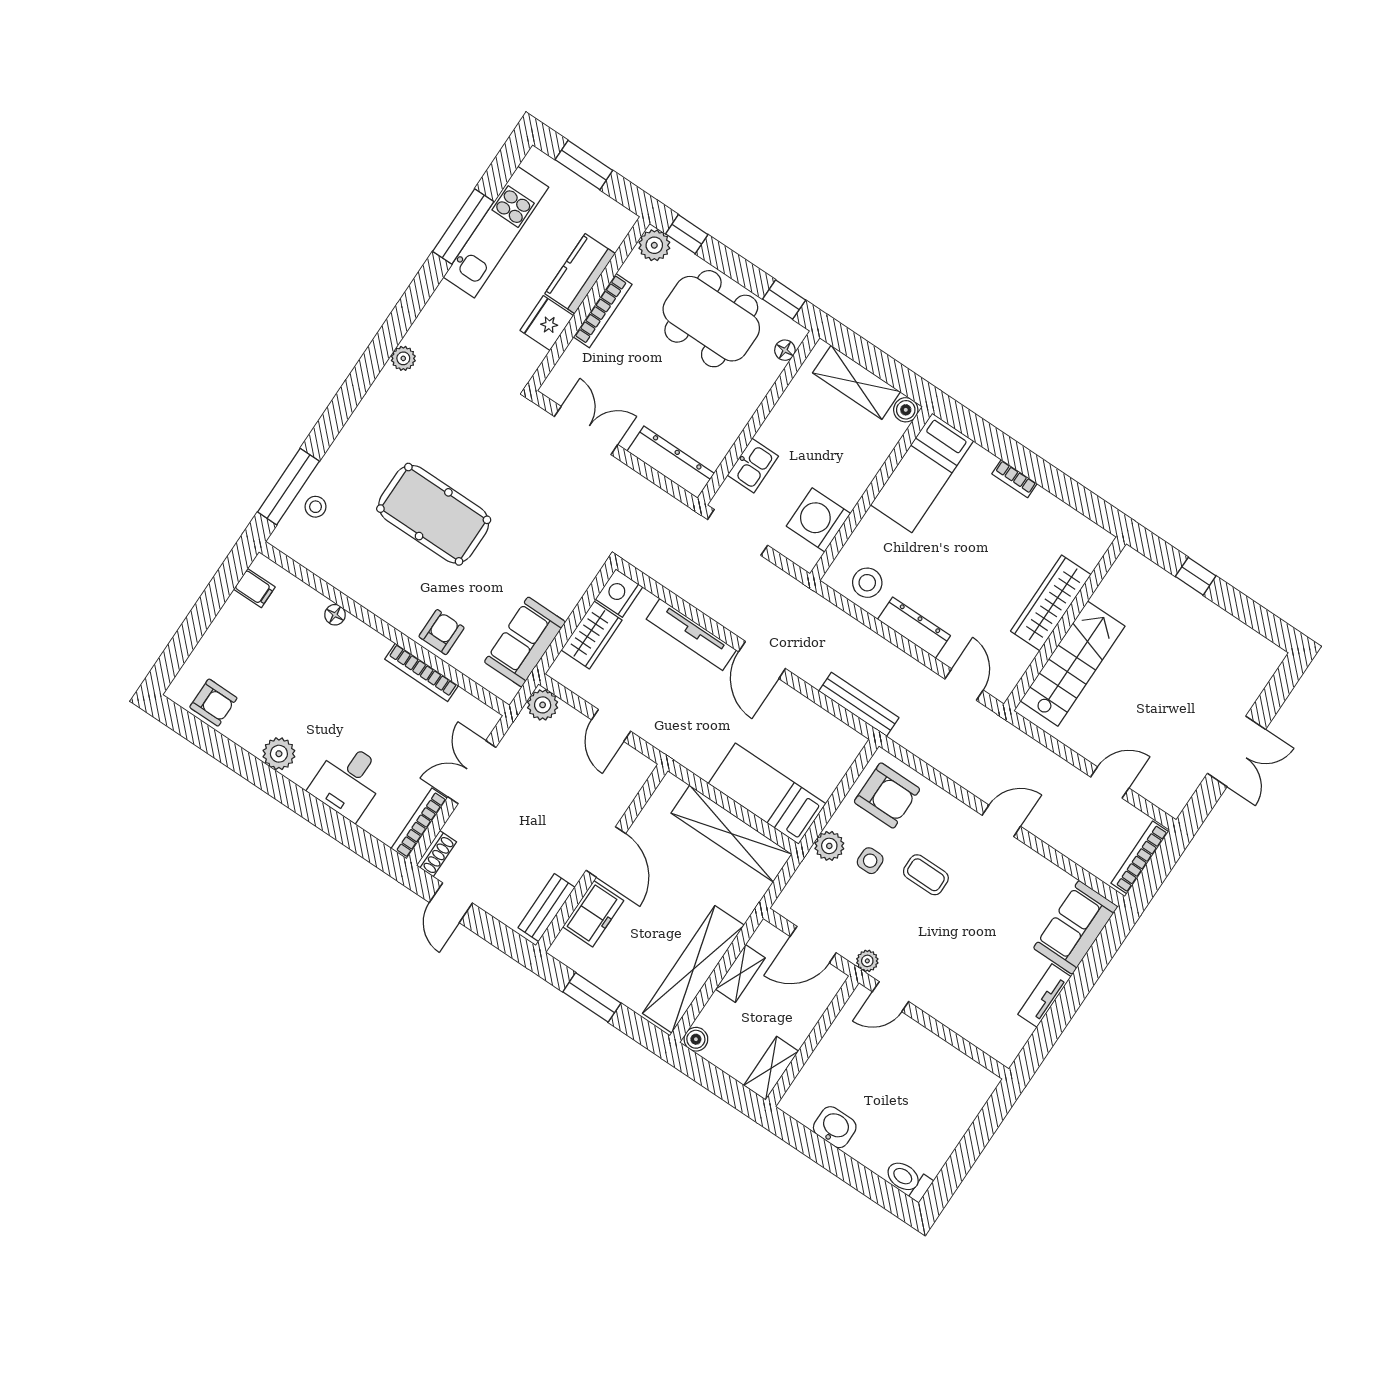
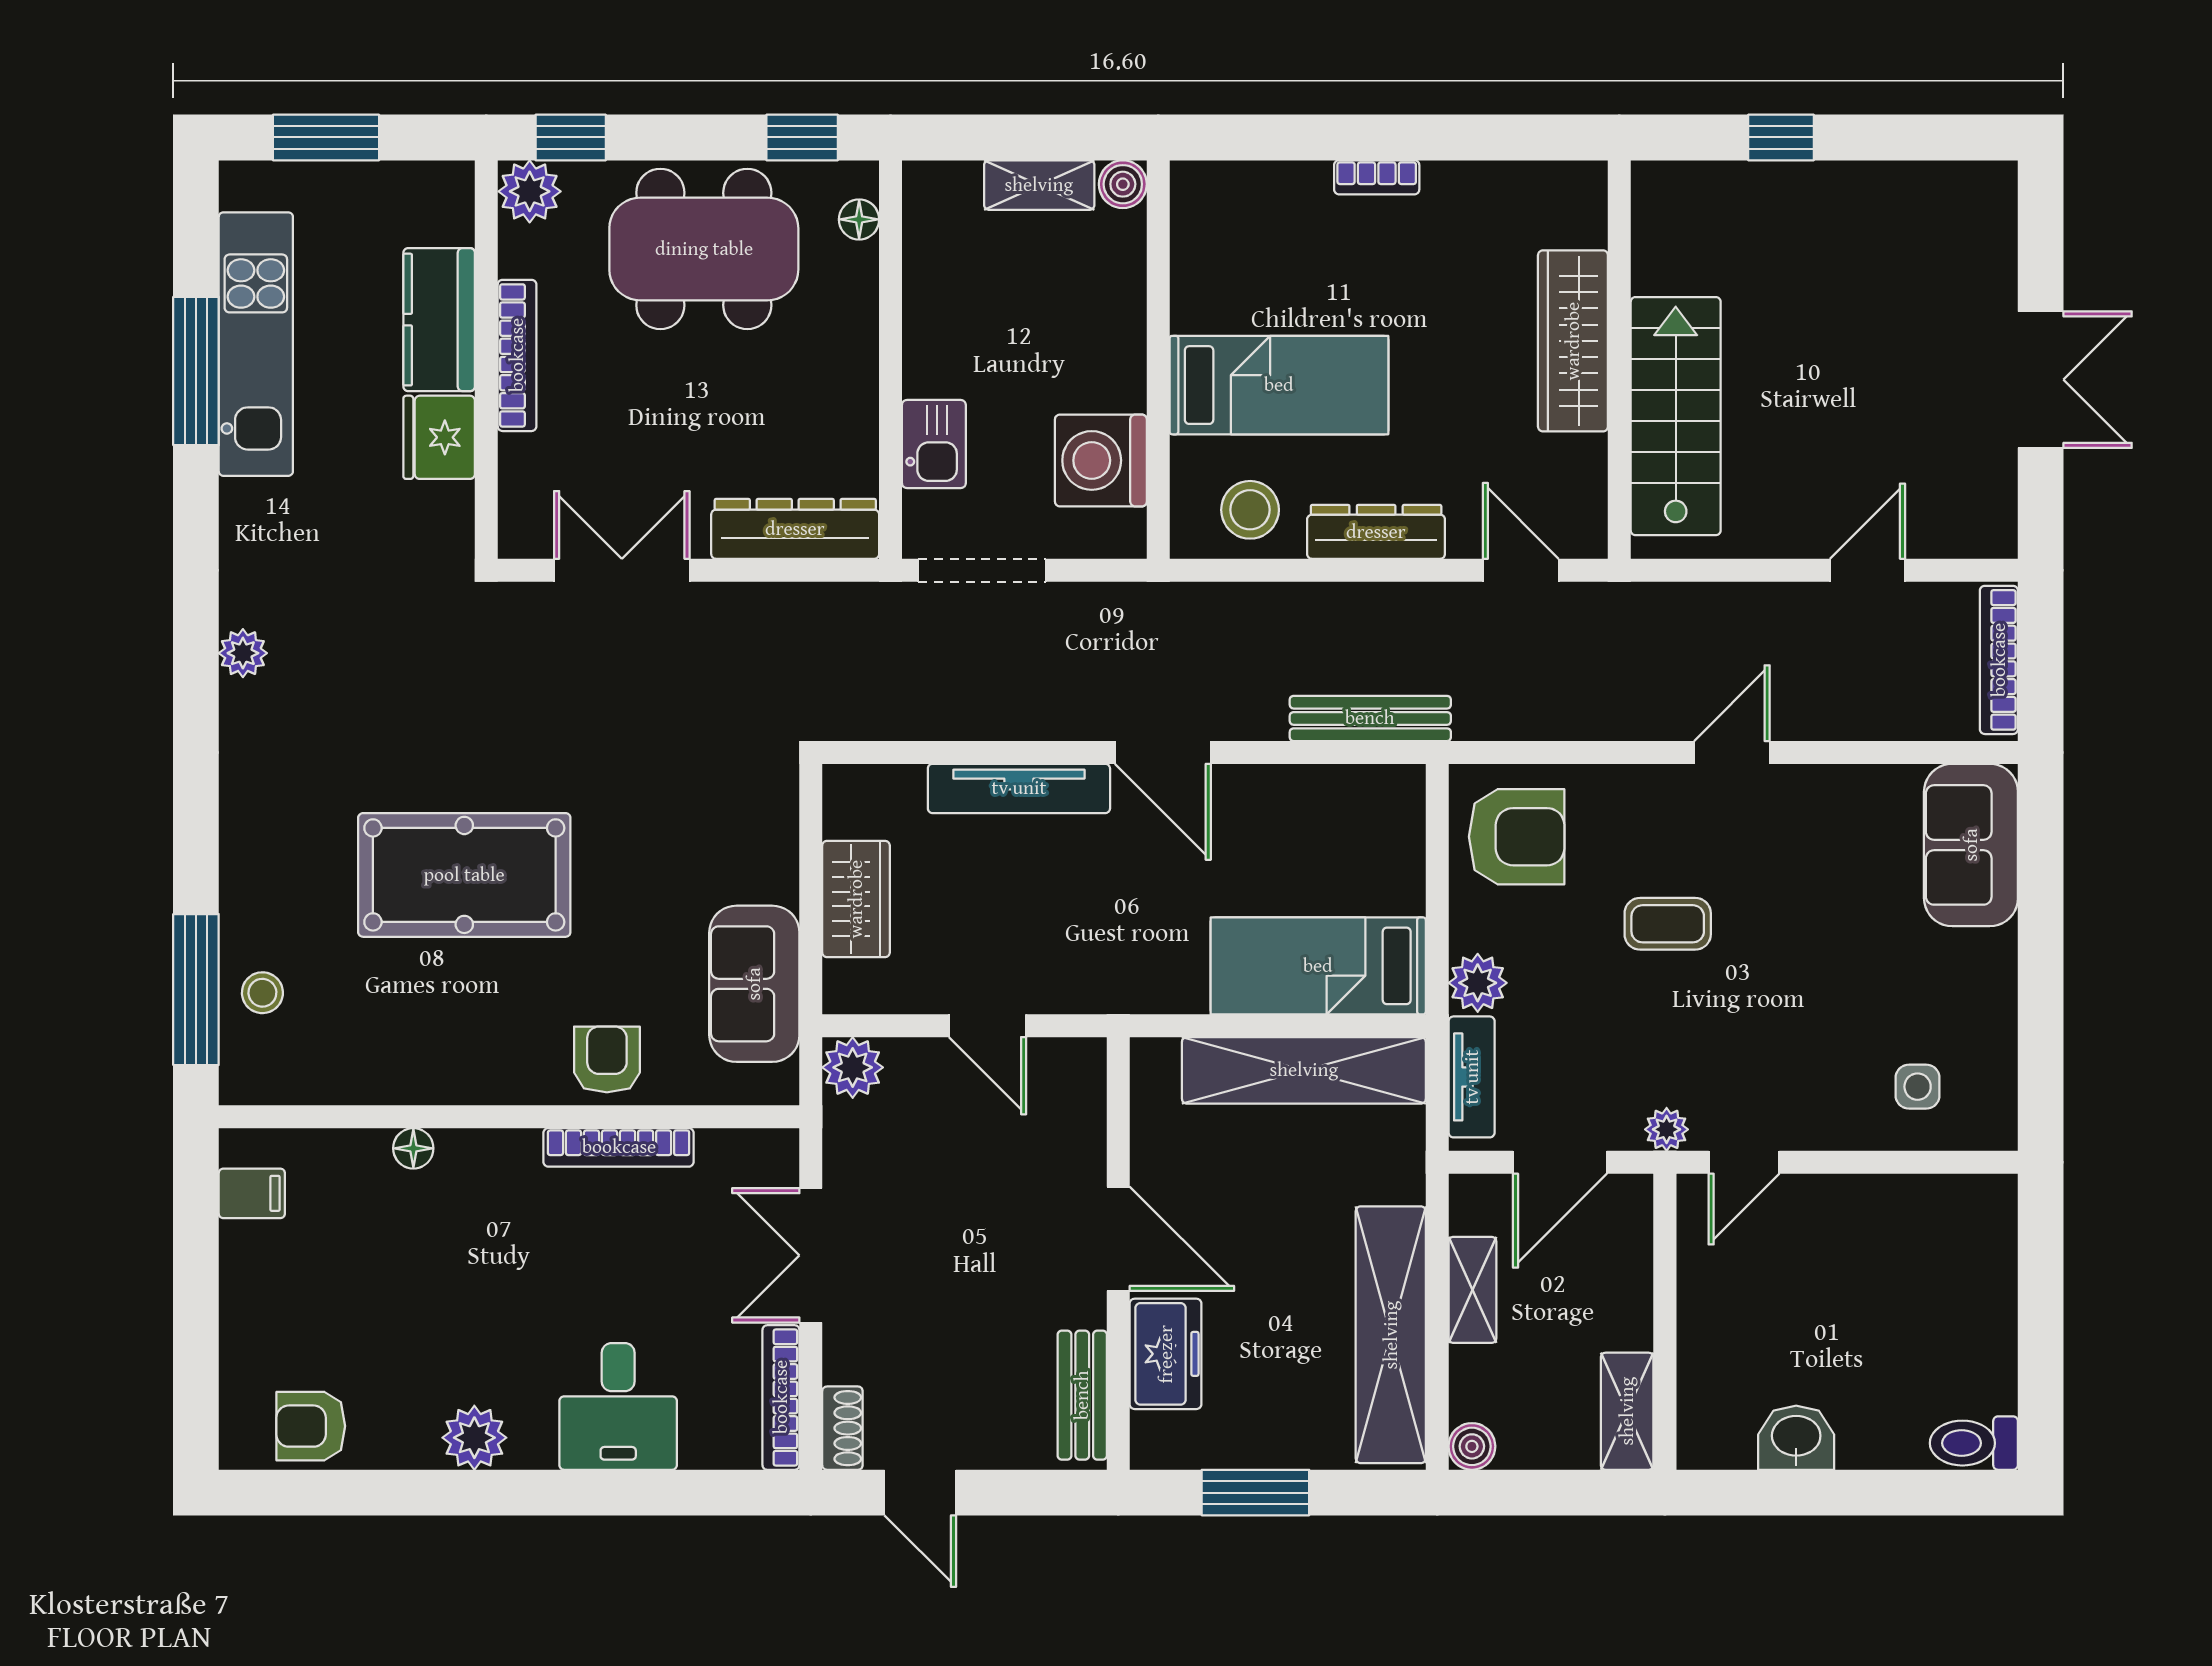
shelving: (856, 382) -> (1039, 185), width x0.67, depth x0.75
bed: (922, 473) -> (1279, 385), moved, turned -90
nightstand: (619, 593) -> (855, 800), removed
armchair: (213, 703) -> (311, 1426), turned 180
side table: (870, 861) -> (1918, 1087), moved
tv unit: (1044, 996) -> (1472, 1077), moved, turned 180

